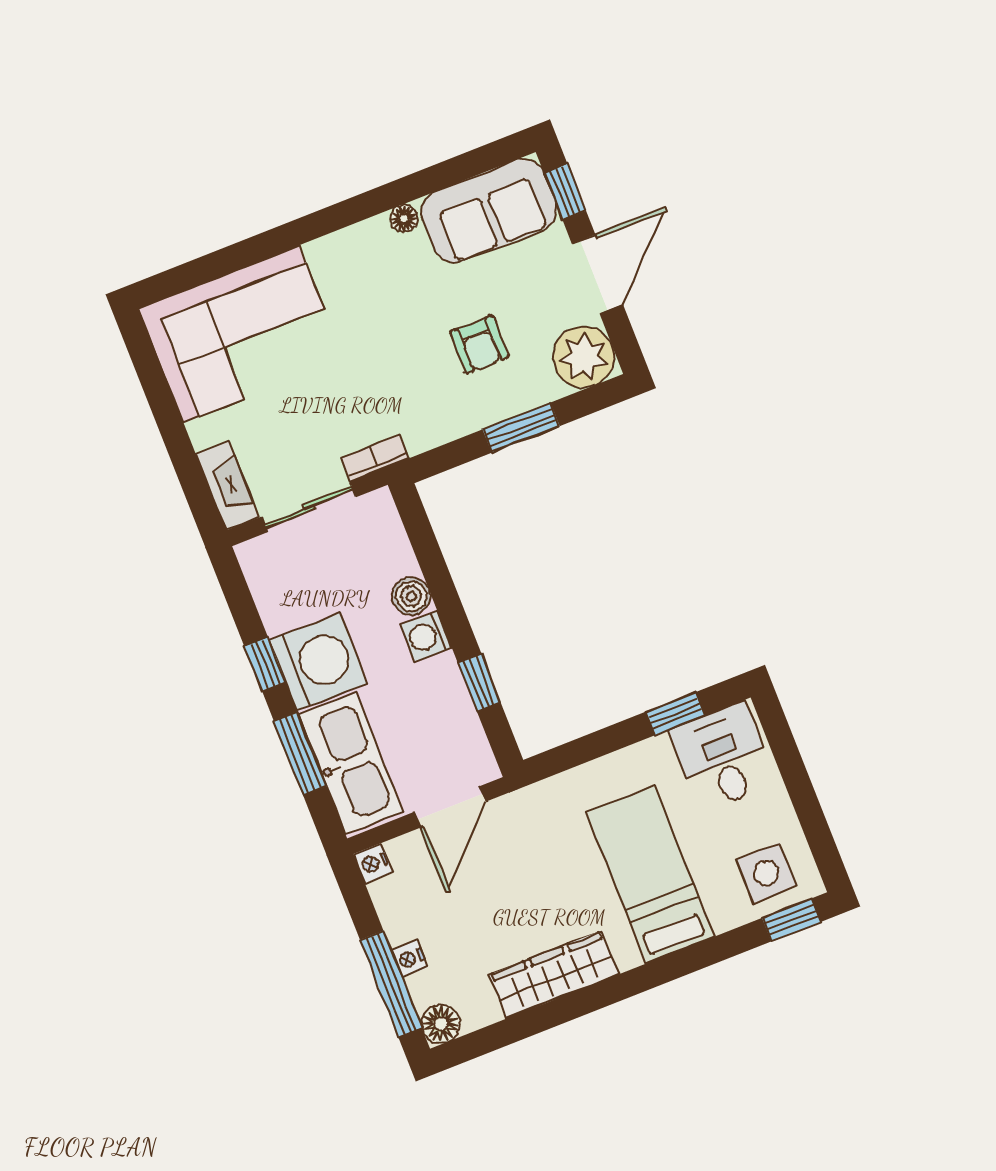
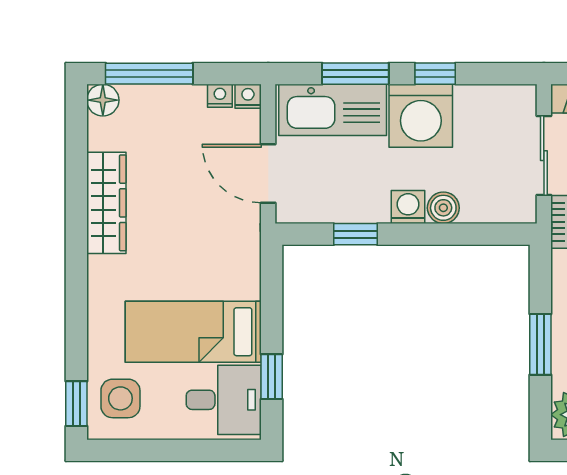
bed: (650, 874) -> (193, 332), moved, turned 180
nightstand: (410, 959) -> (220, 96), moved

